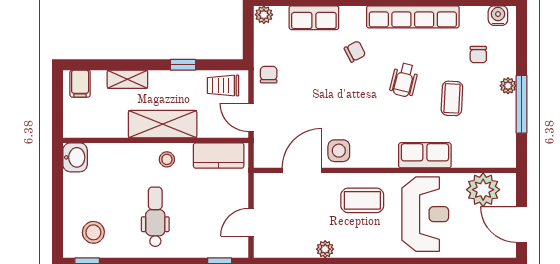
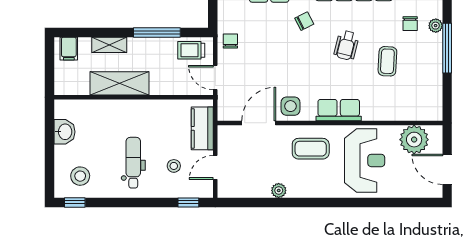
window: (183, 65) -> (157, 32), width x2.17
plant: (508, 86) -> (436, 26), moved
window: (522, 104) -> (447, 48), moved
shelving: (163, 124) -> (120, 83), moved
row of seats: (425, 155) -> (339, 110), moved
kitchen counter: (219, 156) -> (202, 128), moved, turned 90
washbasin: (75, 157) -> (64, 132), moved
stool: (167, 159) -> (174, 166), moved

